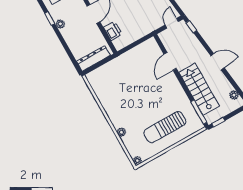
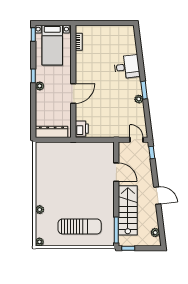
door: (172, 23) -> (136, 140), hinge flipped
printer: (113, 31) -> (82, 129), moved
door: (170, 61) -> (116, 172), swing flipped
sun lounger: (165, 127) -> (80, 226), turned 180

